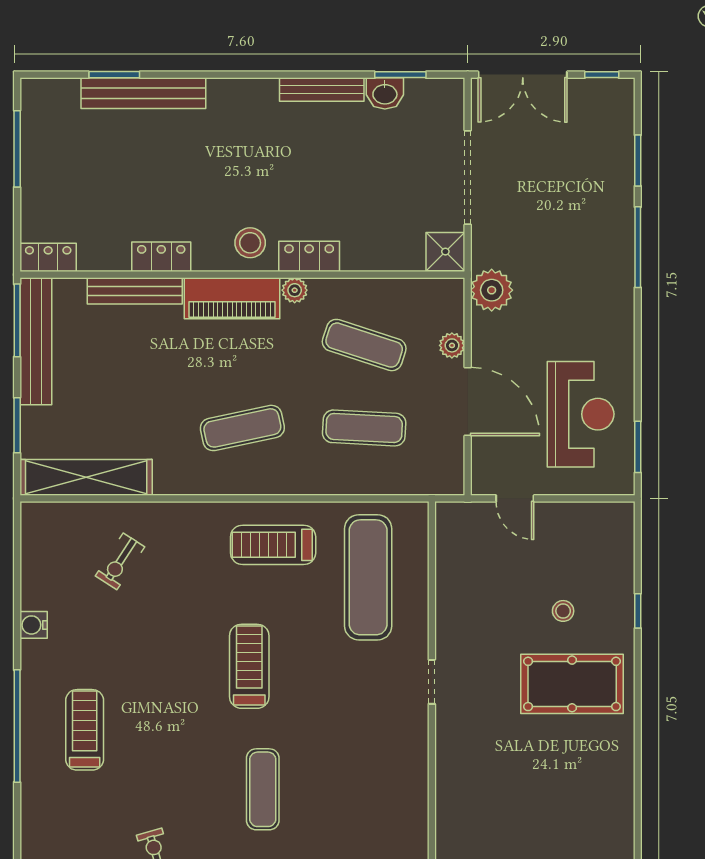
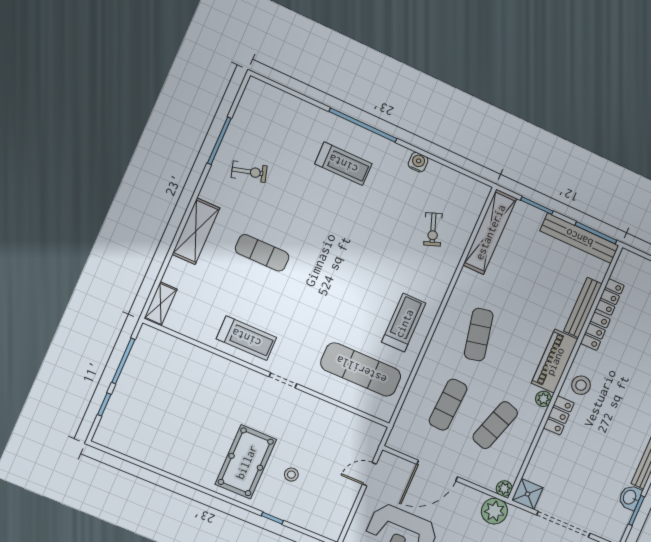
locker: (48, 257) -> (610, 297), moved
plant: (452, 345) -> (504, 488), moved
exercise bike: (120, 561) -> (433, 229), turned -143
treadmill: (249, 666) -> (246, 338), moved

